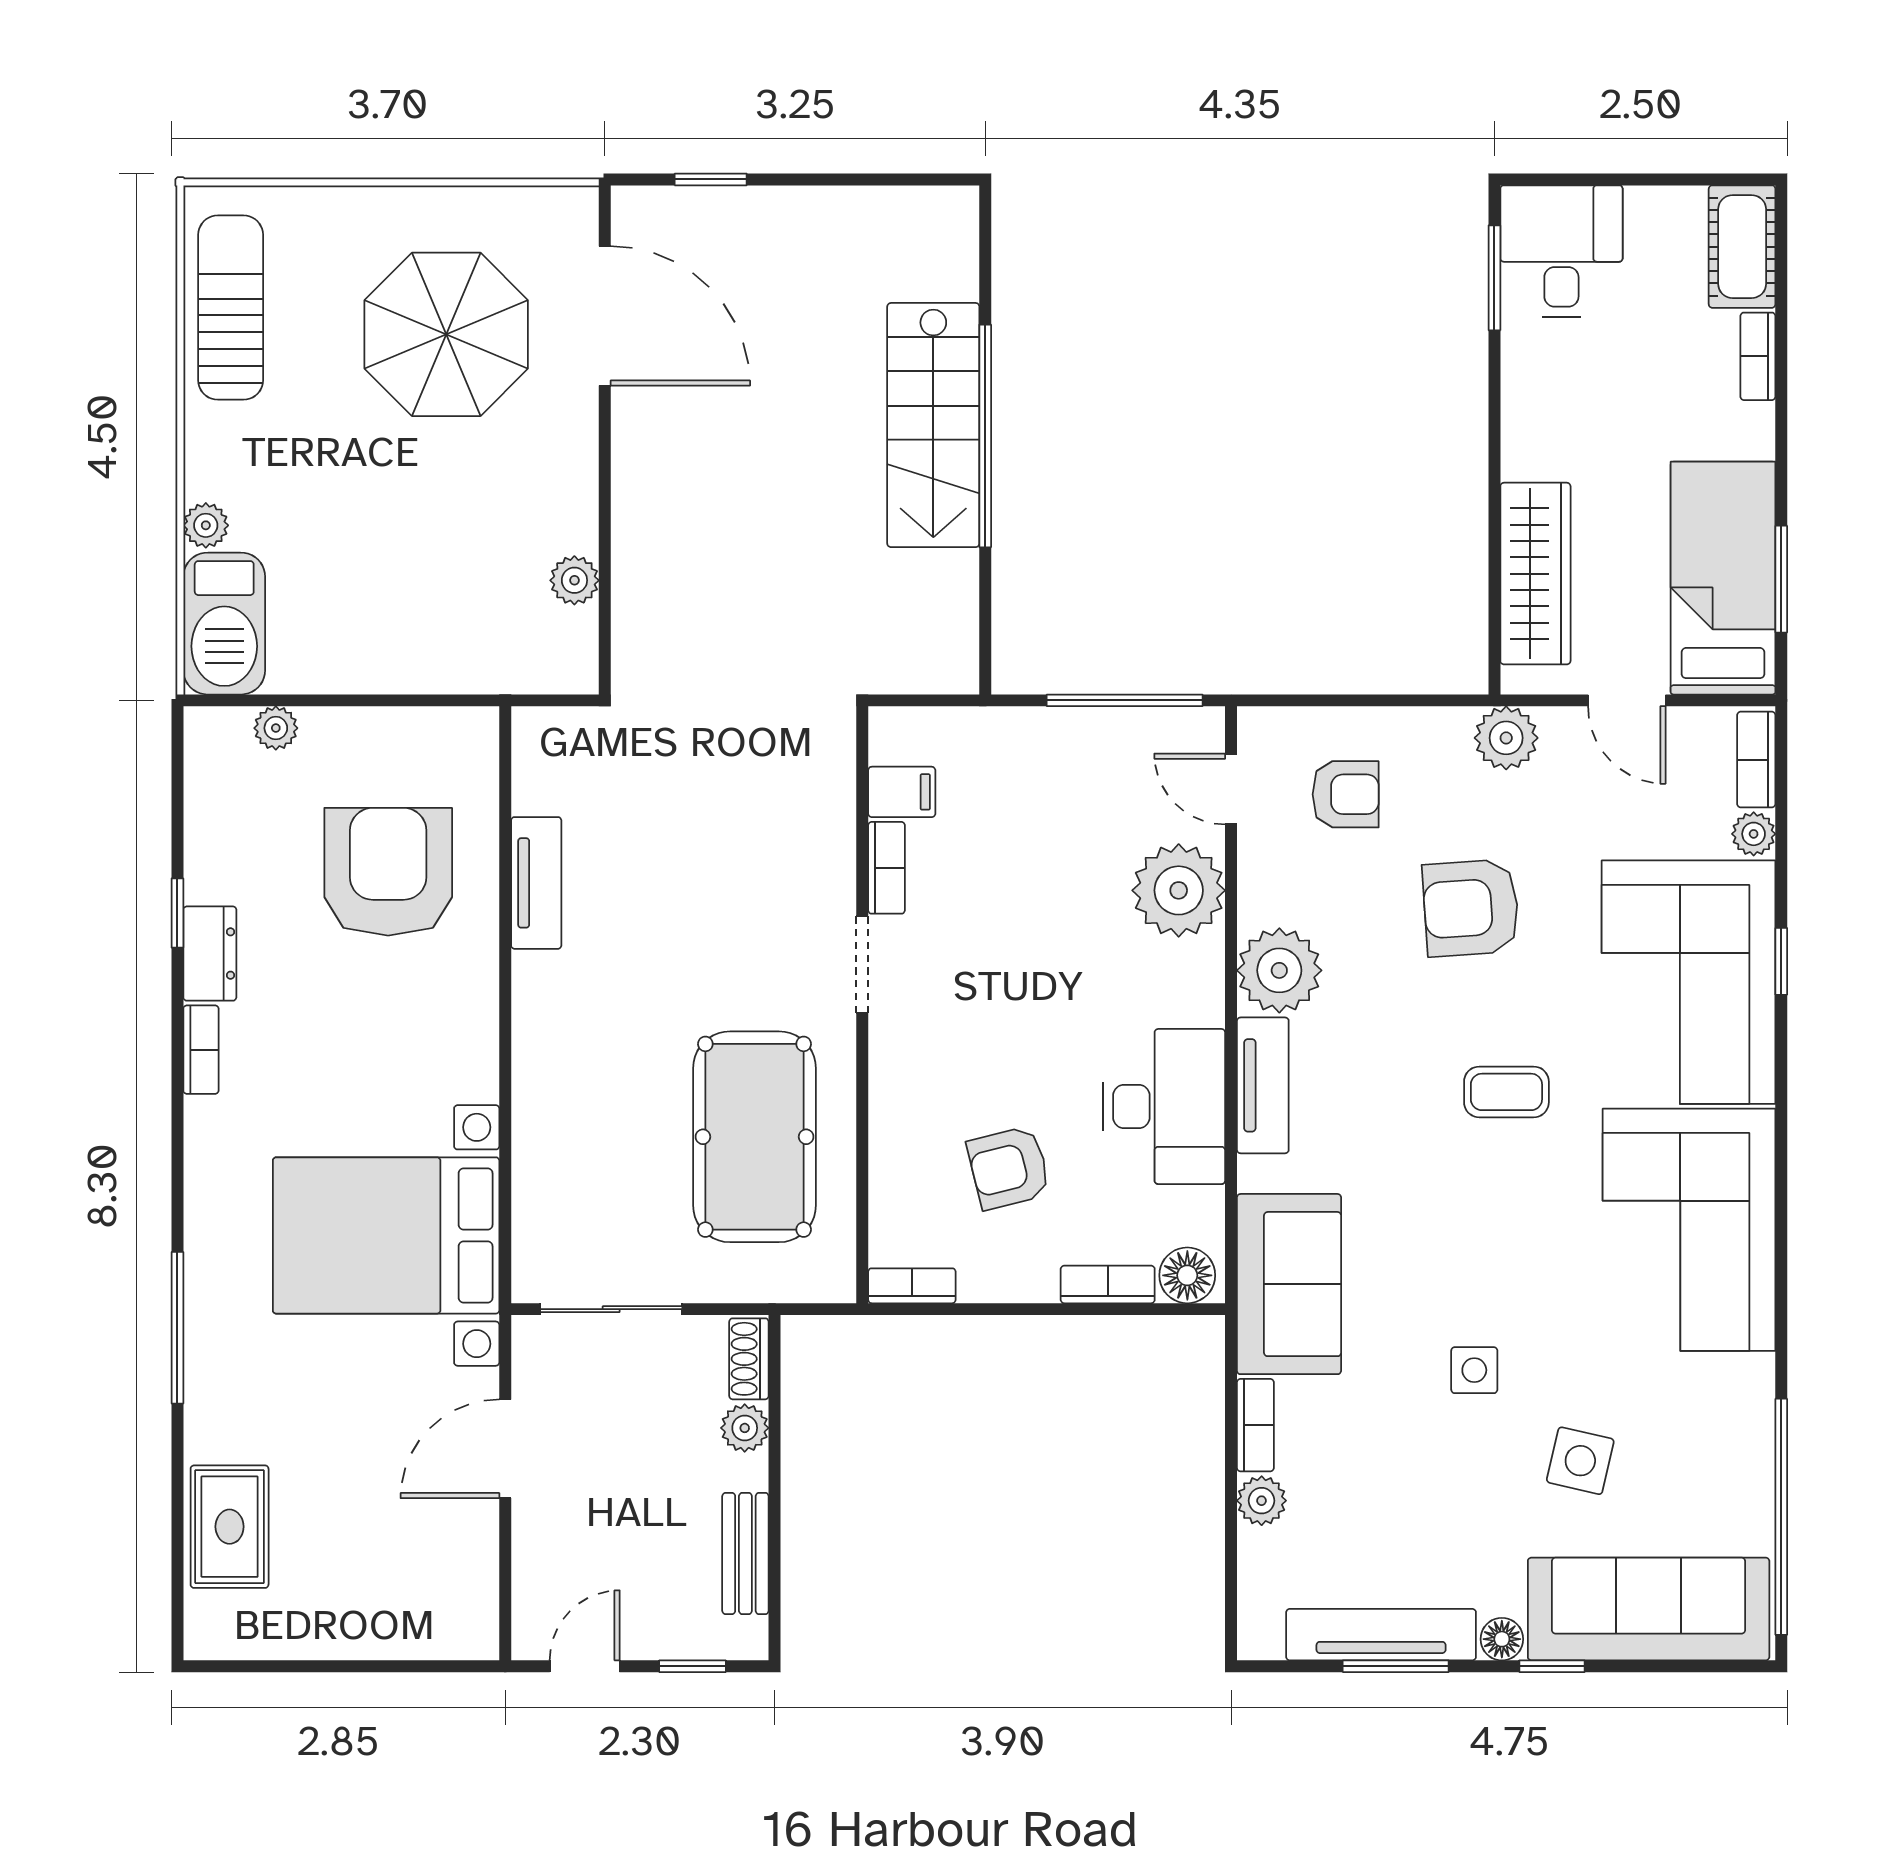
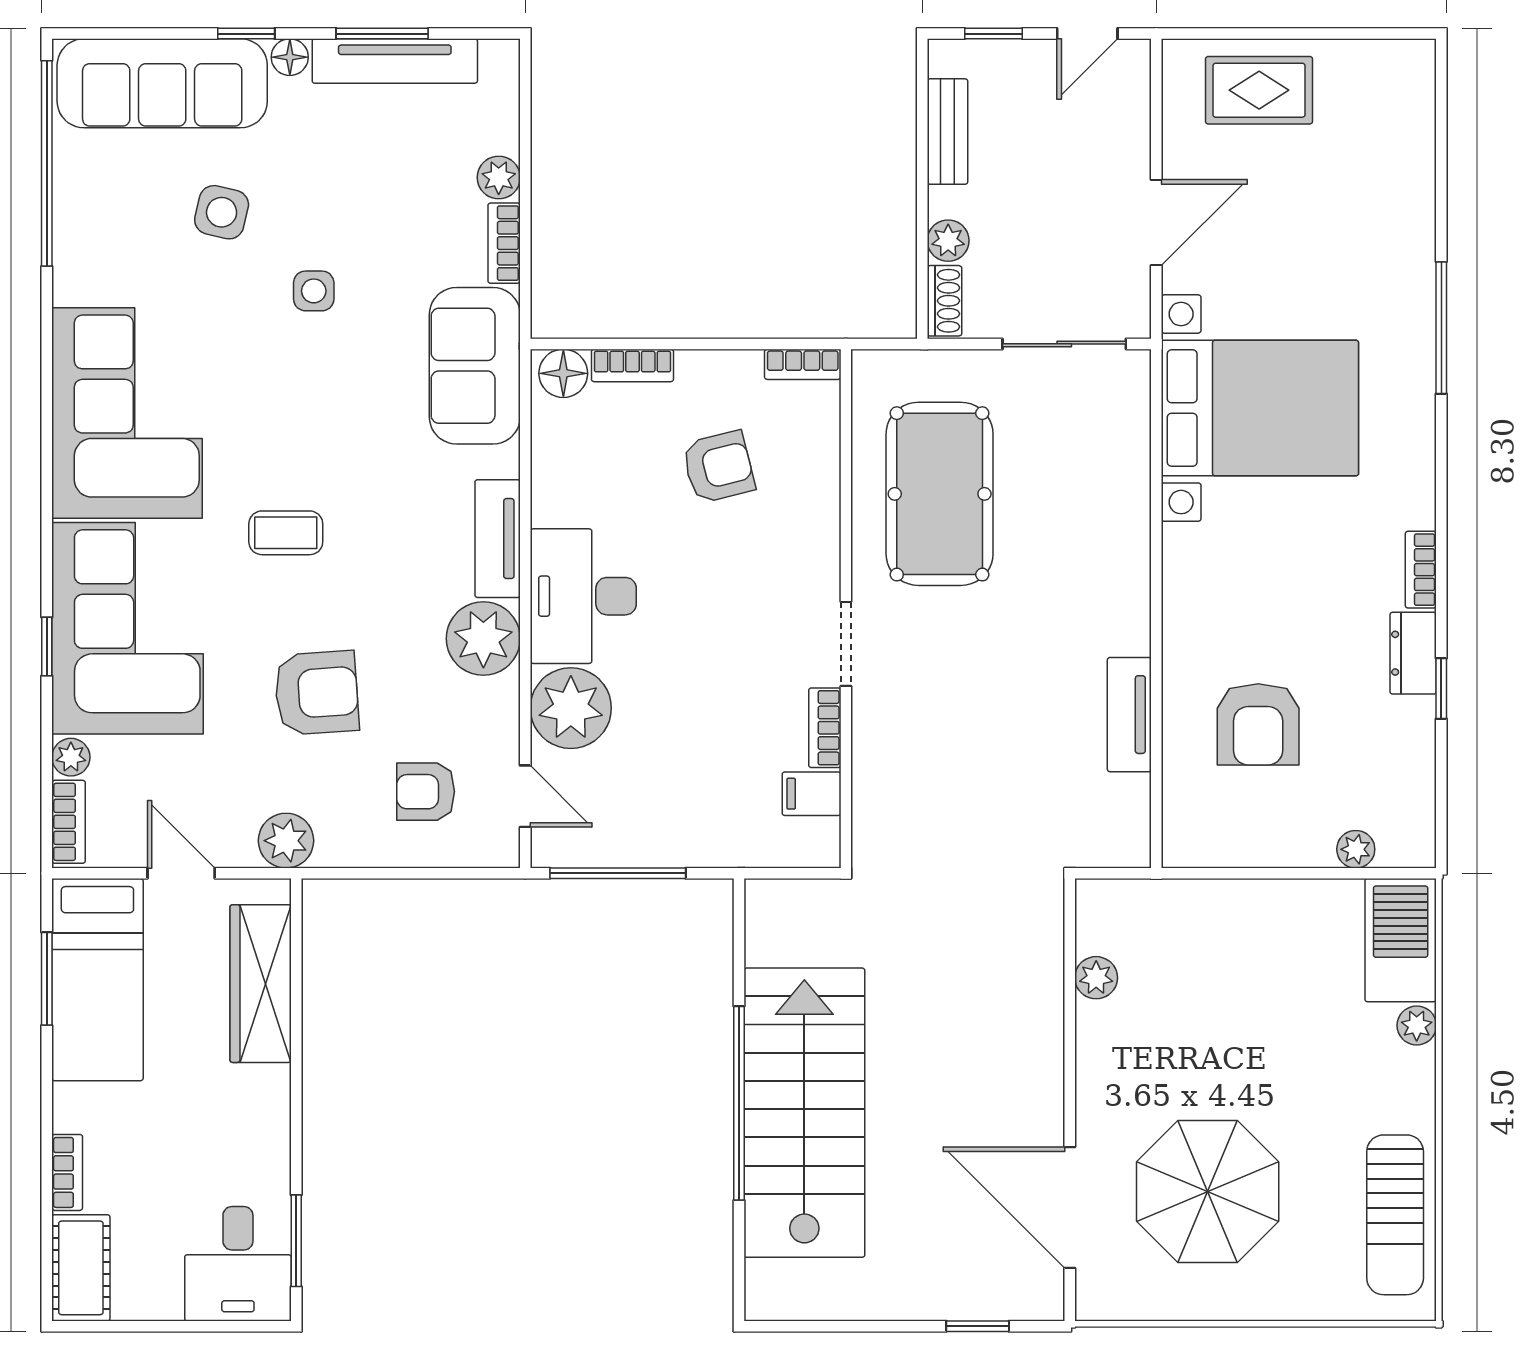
stairs: (933, 425) -> (804, 1113), width x1.36, depth x1.51
armchair: (388, 872) -> (1258, 724), width x0.73, depth x0.73
desk: (1164, 1107) -> (583, 596), moved
rug: (230, 1527) -> (1259, 90), moved, turned 90

